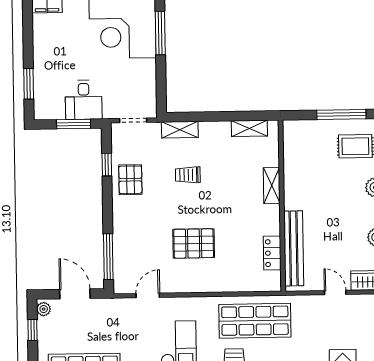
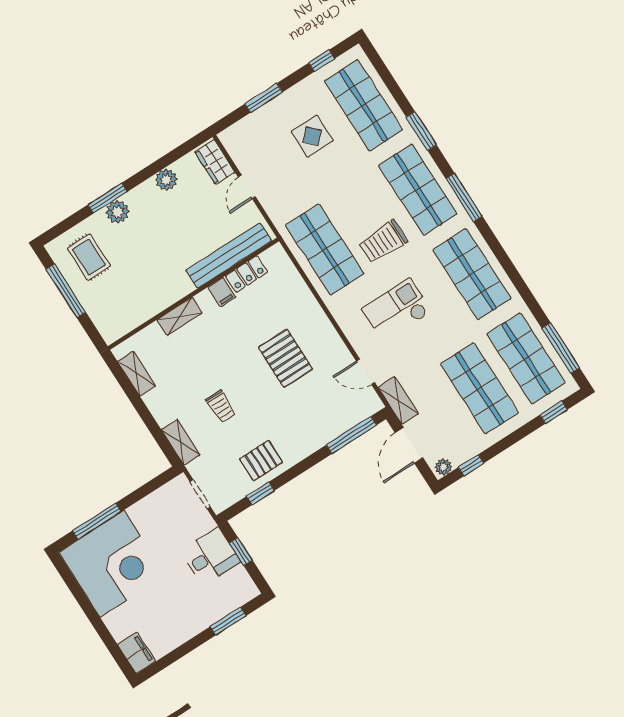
window: (74, 124) -> (241, 552), width x0.67
filing cabinet: (270, 227) -> (222, 292), added
shelving: (112, 306) -> (398, 400), added

